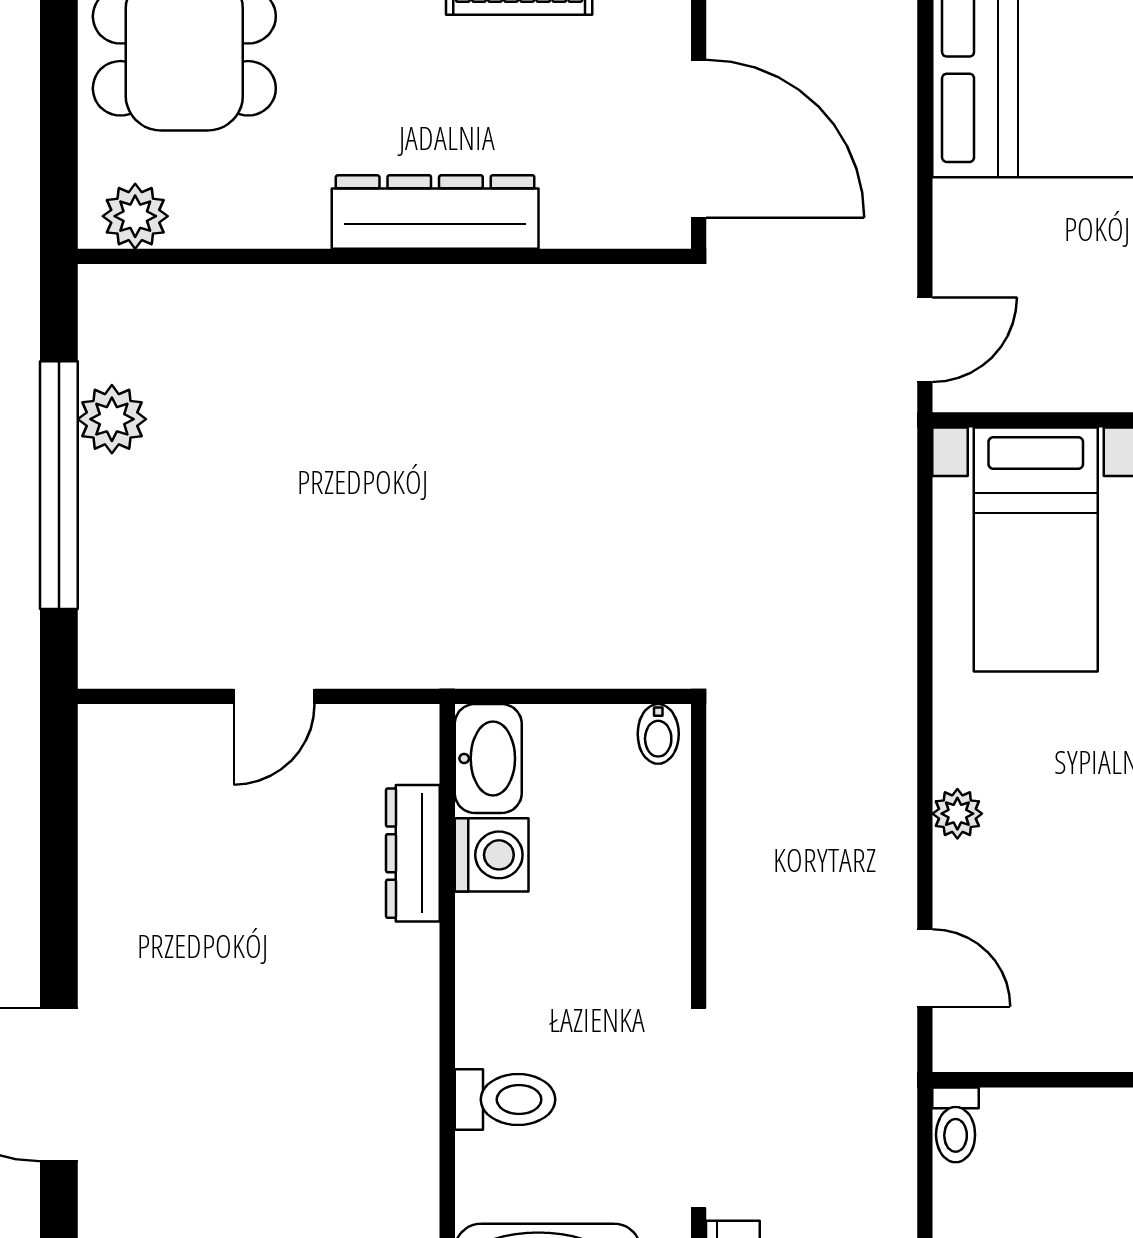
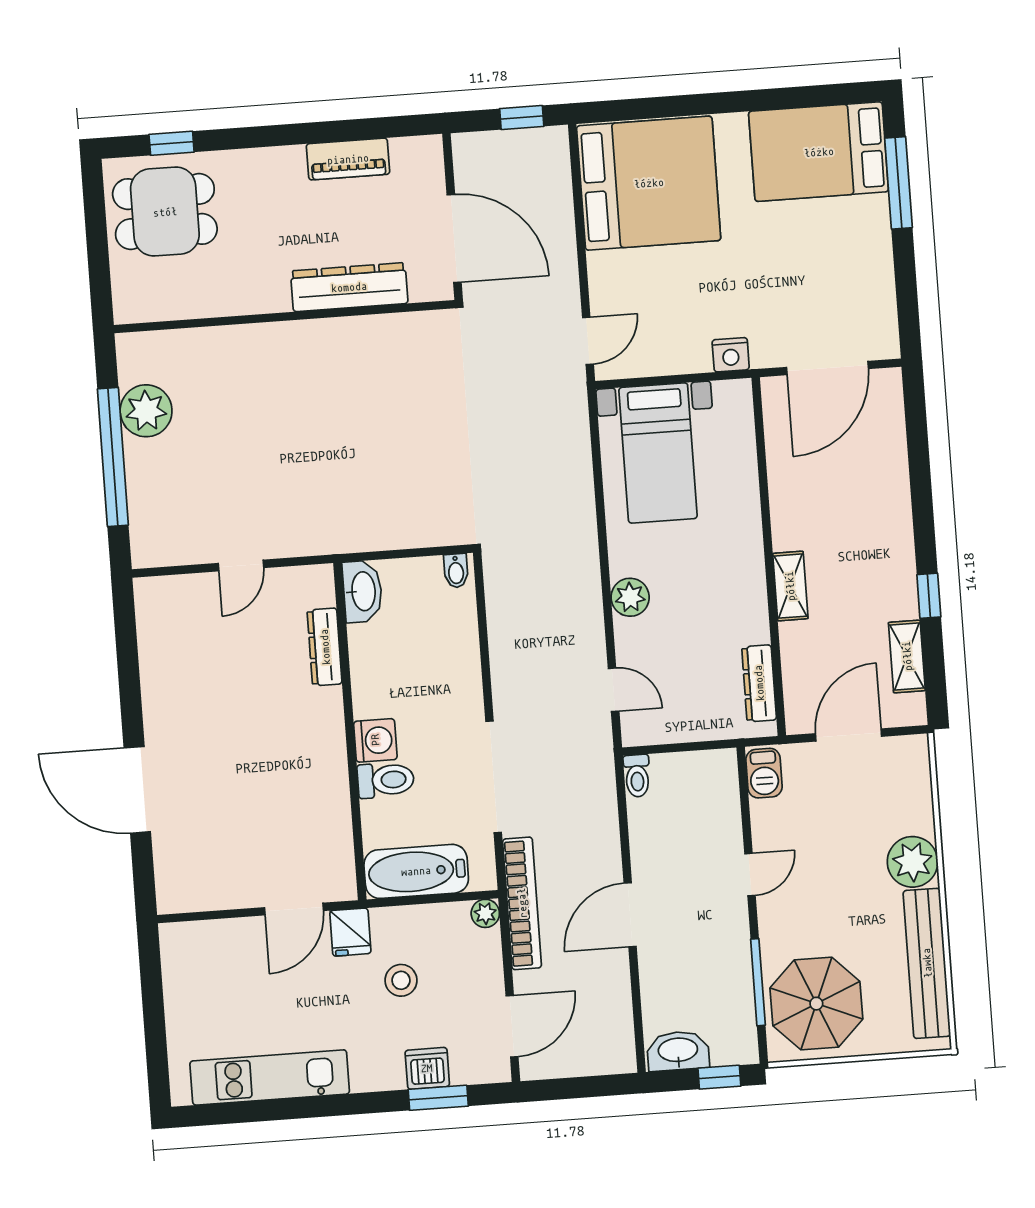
dresser: (435, 212) -> (349, 287), moved
plant: (135, 216) -> (144, 305), removed
plant: (112, 419) -> (146, 411), width x1.36, depth x1.36
plant: (957, 814) -> (630, 597), width x1.38, depth x1.38
washing machine: (492, 855) -> (375, 740), moved

